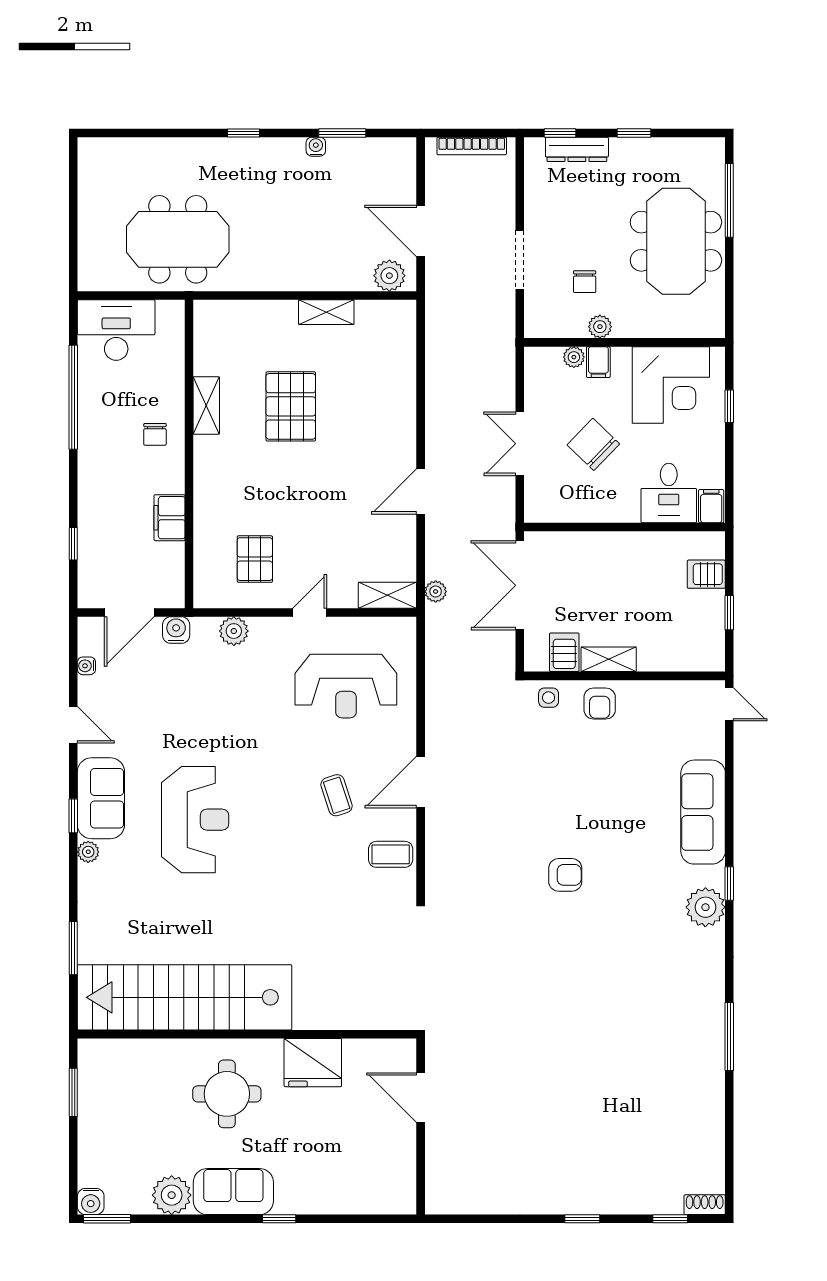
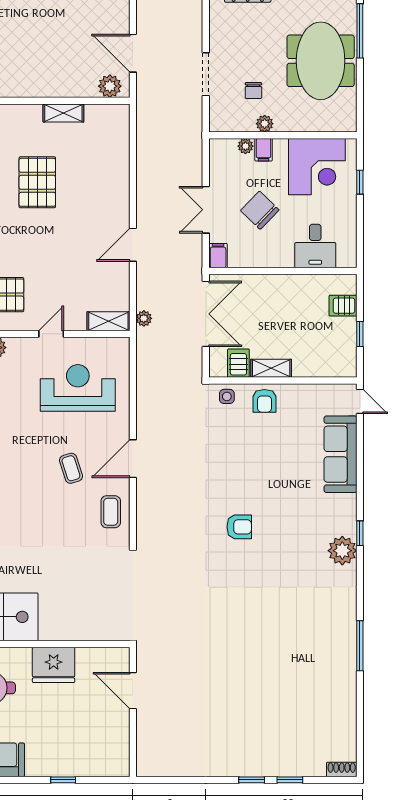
filing cabinet: (711, 506) -> (218, 256), moved
double door: (520, 585) -> (206, 314), swing flipped
reception desk: (346, 686) -> (78, 388), turned 180
sofa: (703, 812) -> (340, 454), moved
coffee table: (391, 854) -> (111, 512), turned 90
window: (279, 1219) -> (63, 780), moved
window: (670, 1219) -> (290, 780), moved

